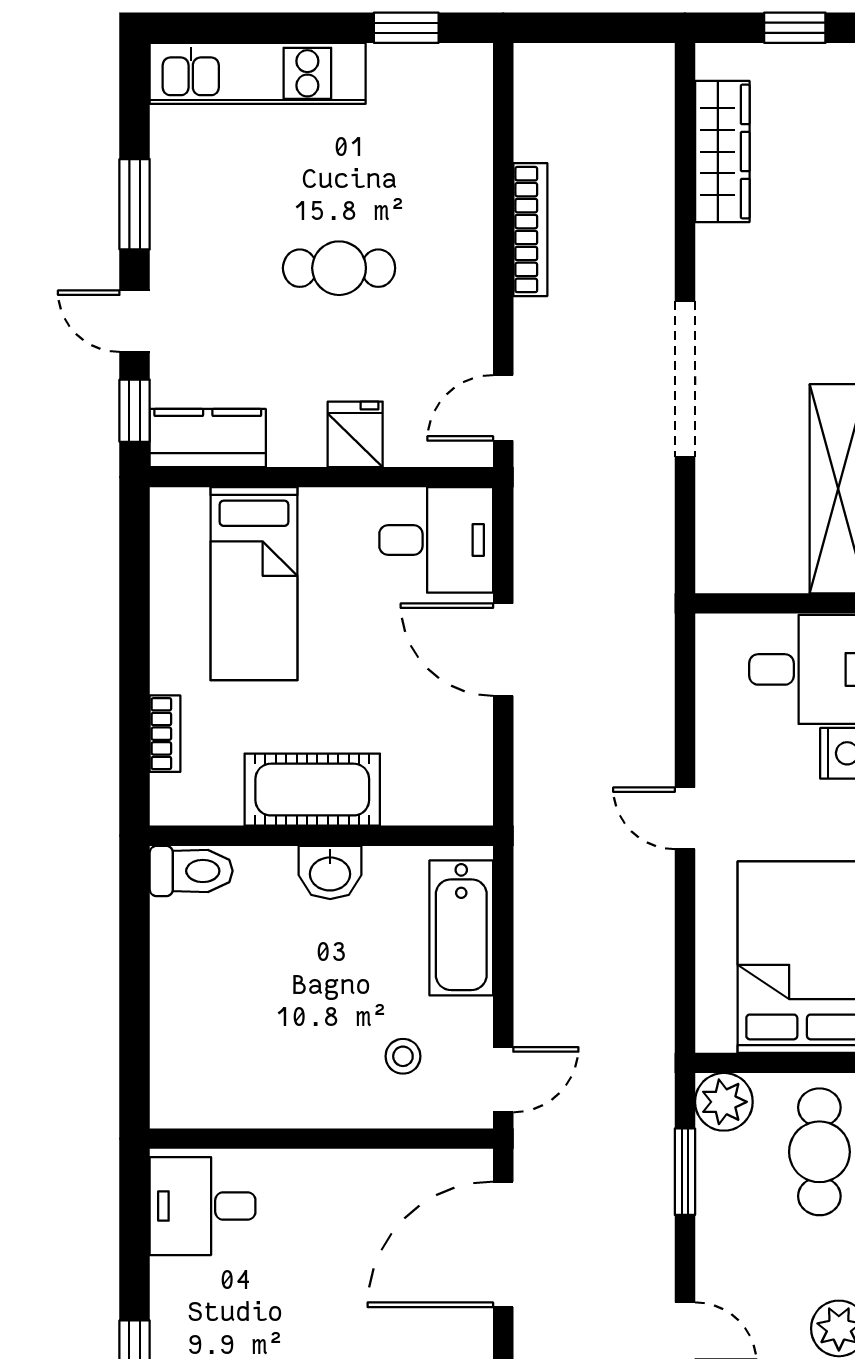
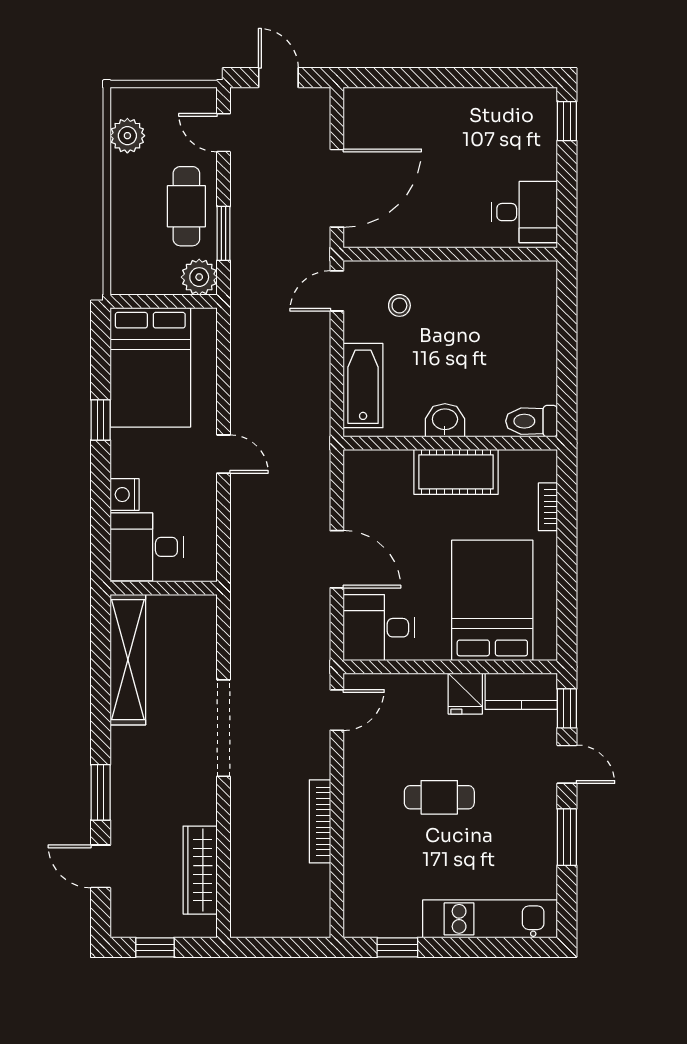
fridge: (355, 434) -> (465, 694), moved
bed: (254, 584) -> (492, 600), width x1.50
cafe table: (819, 1152) -> (186, 206), moved

